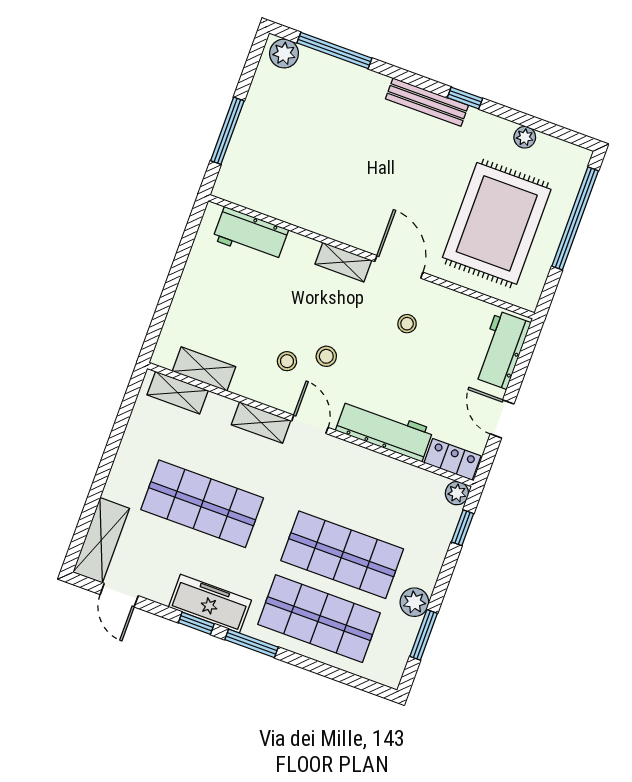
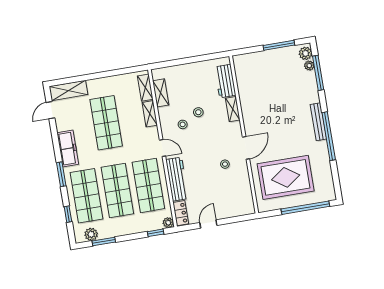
window: (465, 98) -> (329, 136), width x3.17
window: (227, 131) -> (279, 45), moved
plant: (525, 137) -> (309, 66), moved
shelving: (343, 262) -> (233, 109), moved
workbench: (502, 350) -> (236, 208), removed
stool: (326, 356) -> (198, 112), moved
shelving: (261, 423) -> (150, 114), moved
door: (310, 424) -> (162, 148), hinge flipped
shop shelf: (365, 491) -> (148, 185), added
plant: (414, 602) -> (91, 234), moved
window: (196, 623) -> (68, 214), moved

